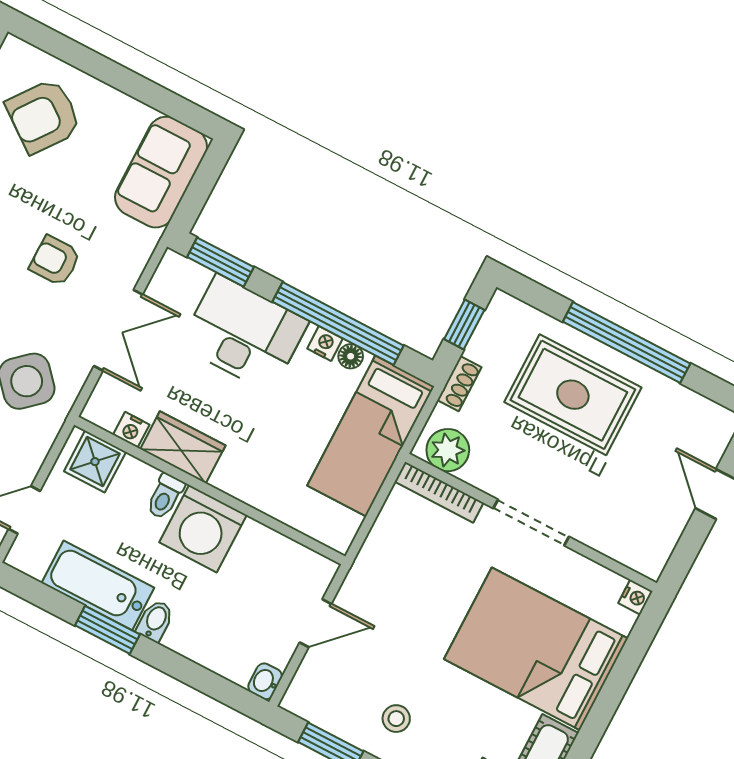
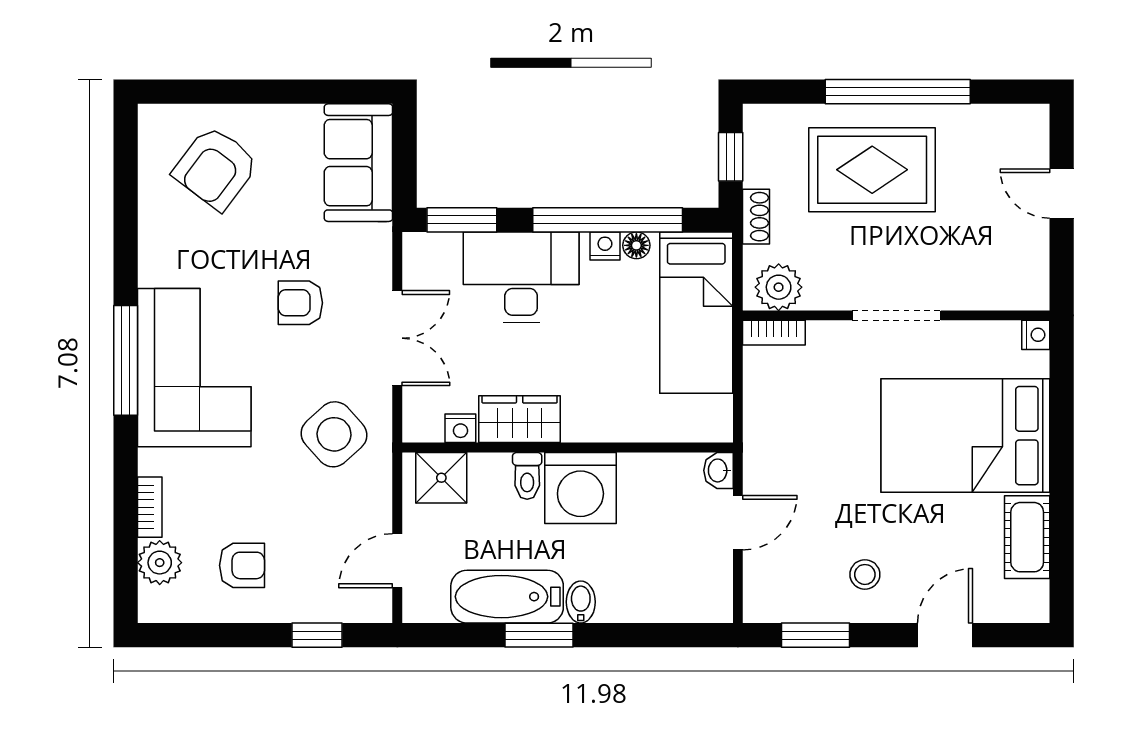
bookcase: (439, 492) -> (774, 333), width x0.64
washbasin: (265, 681) -> (718, 470), moved

